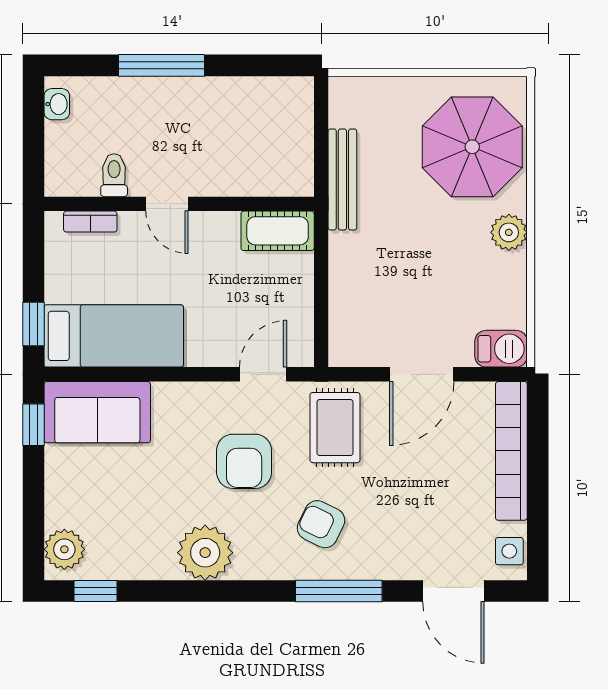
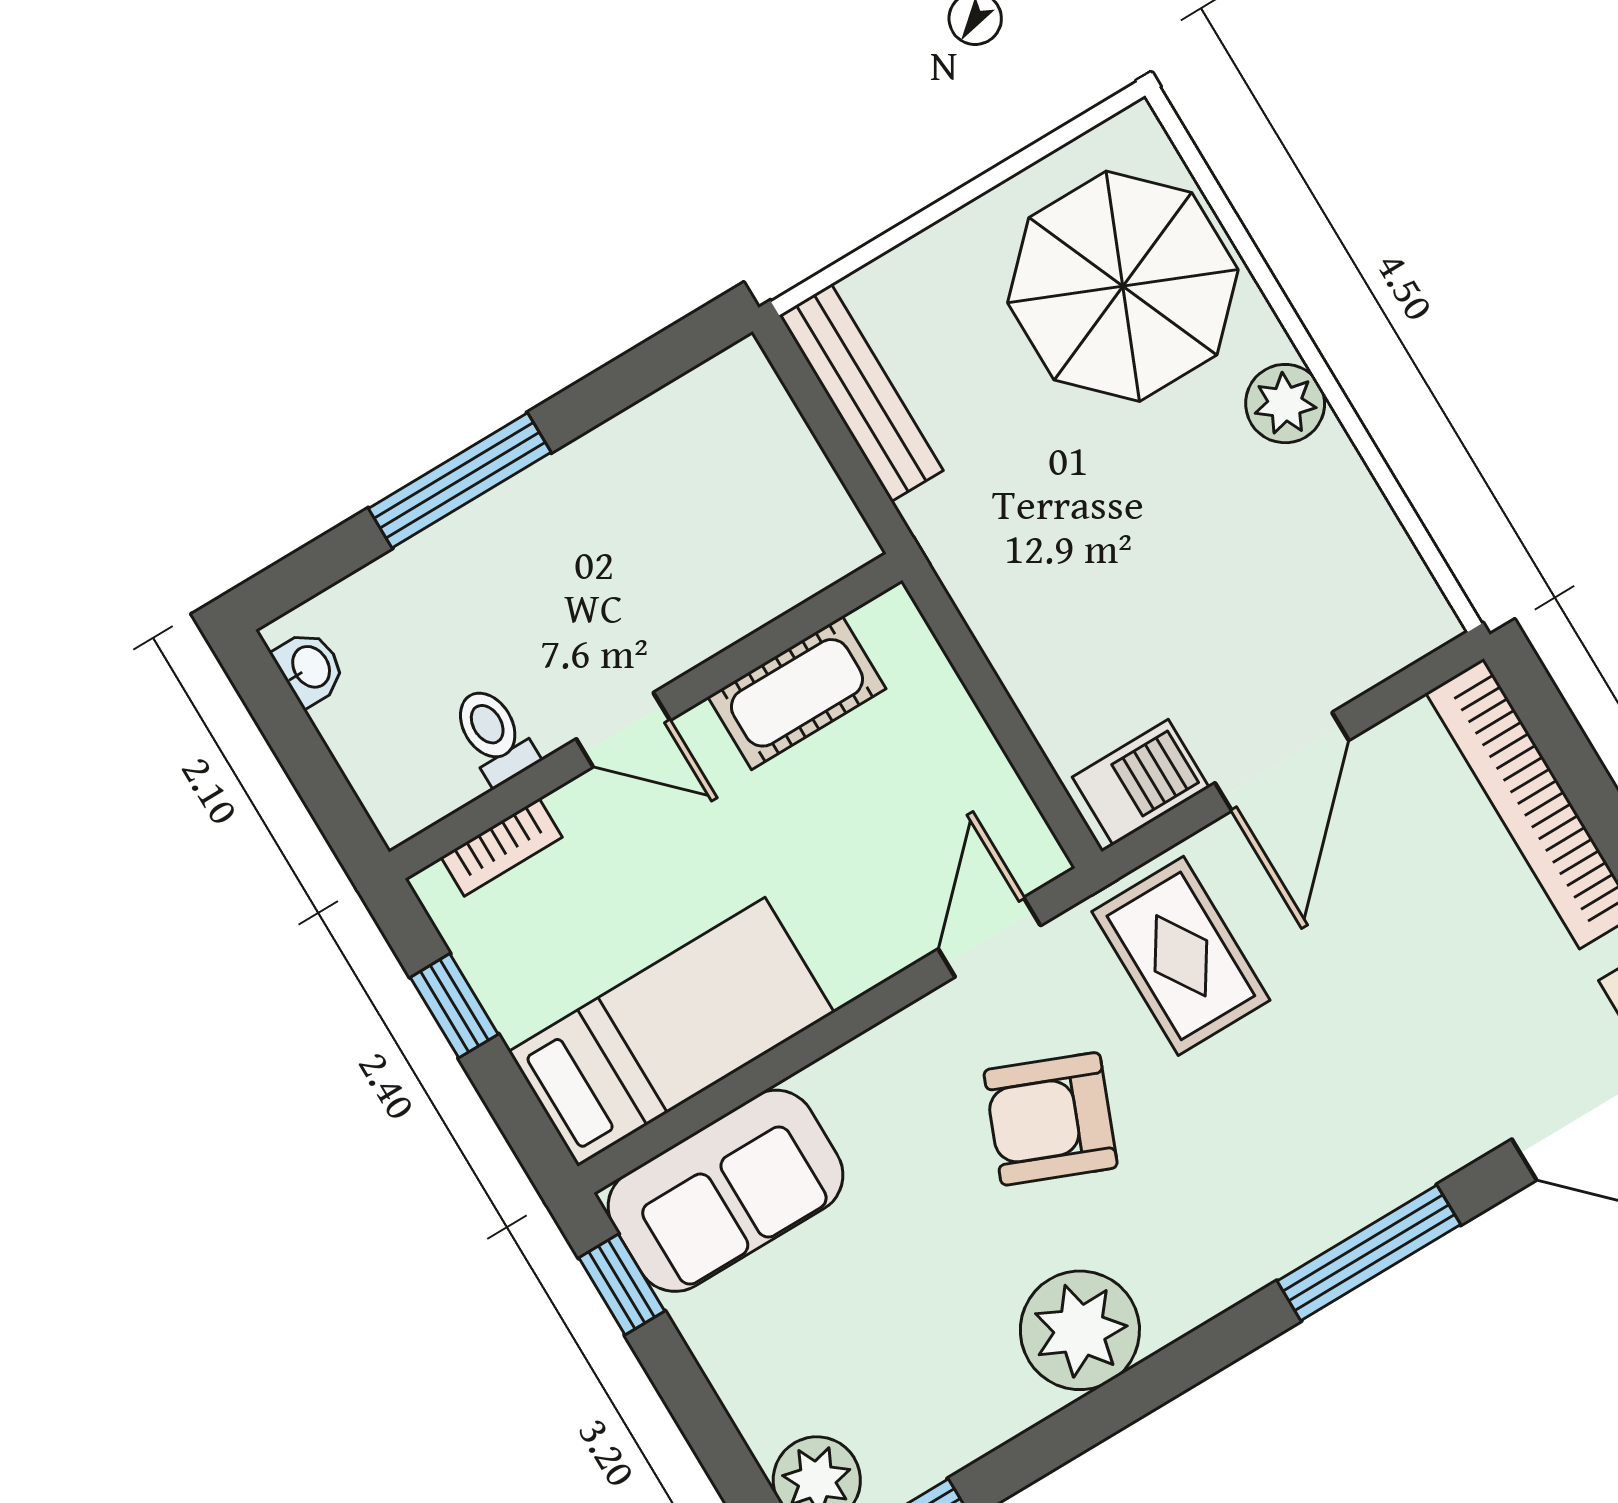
bench: (342, 179) -> (861, 393), moved
cot: (278, 231) -> (797, 693), moved
window: (33, 324) -> (454, 1006), moved
barbecue: (501, 349) -> (1141, 782), moved
armchair: (244, 461) -> (1051, 1119), turned 112
armchair: (321, 524) -> (1262, 1149), removed

